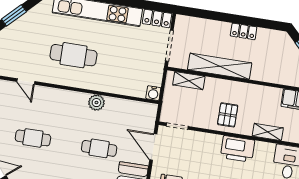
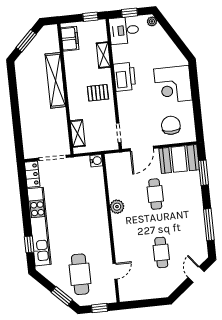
locker: (244, 31) -> (24, 98), removed
cafe table: (73, 55) -> (80, 274), moved
shelving: (220, 66) -> (55, 80), moved

